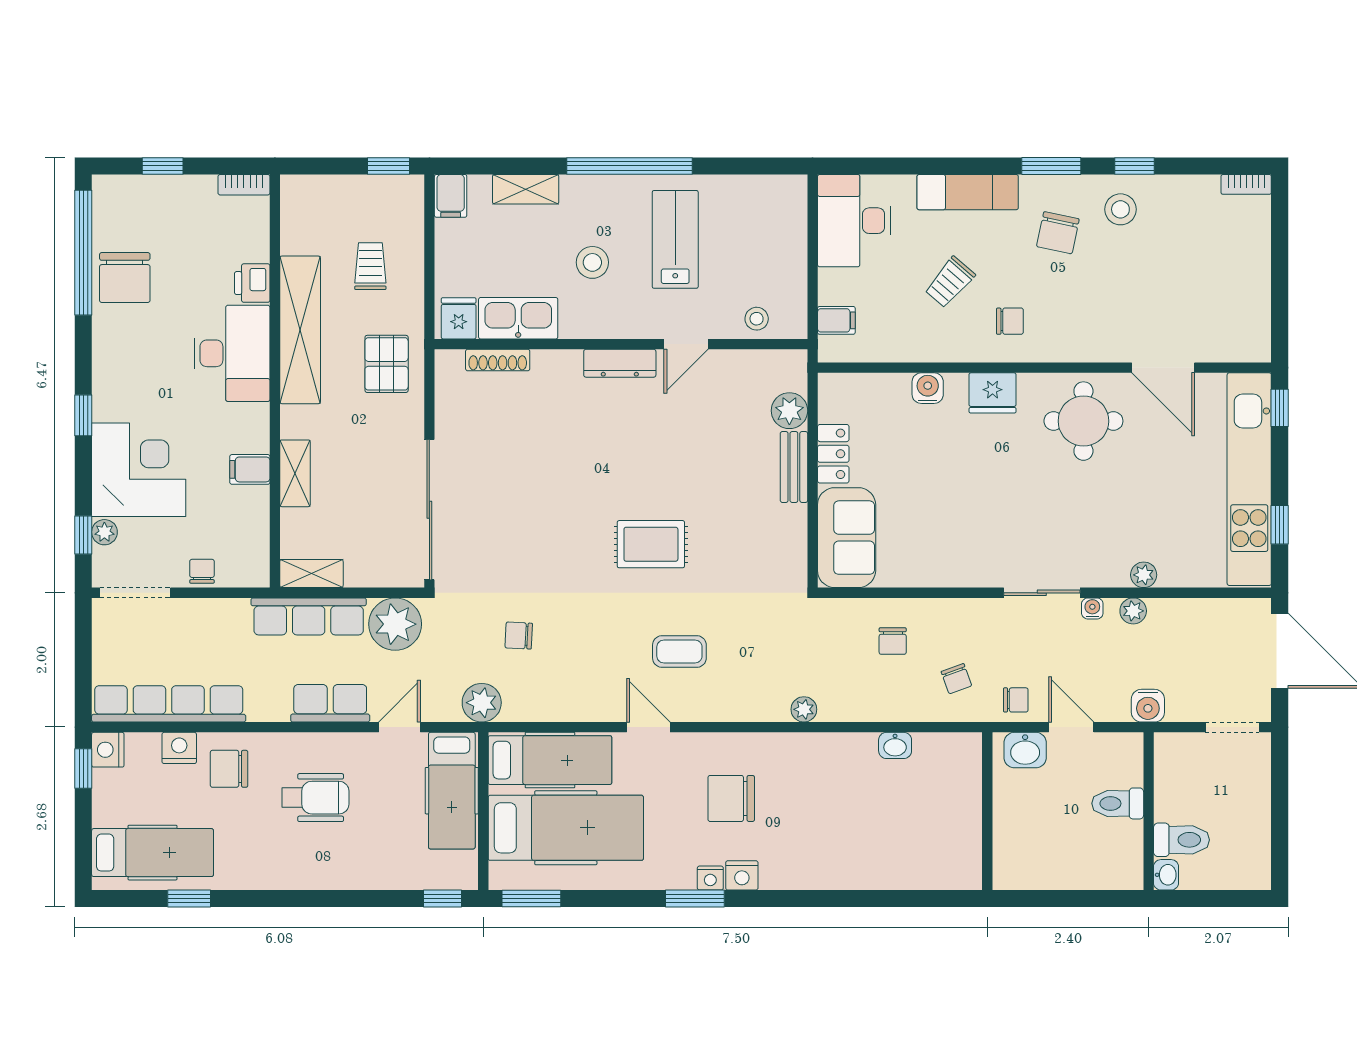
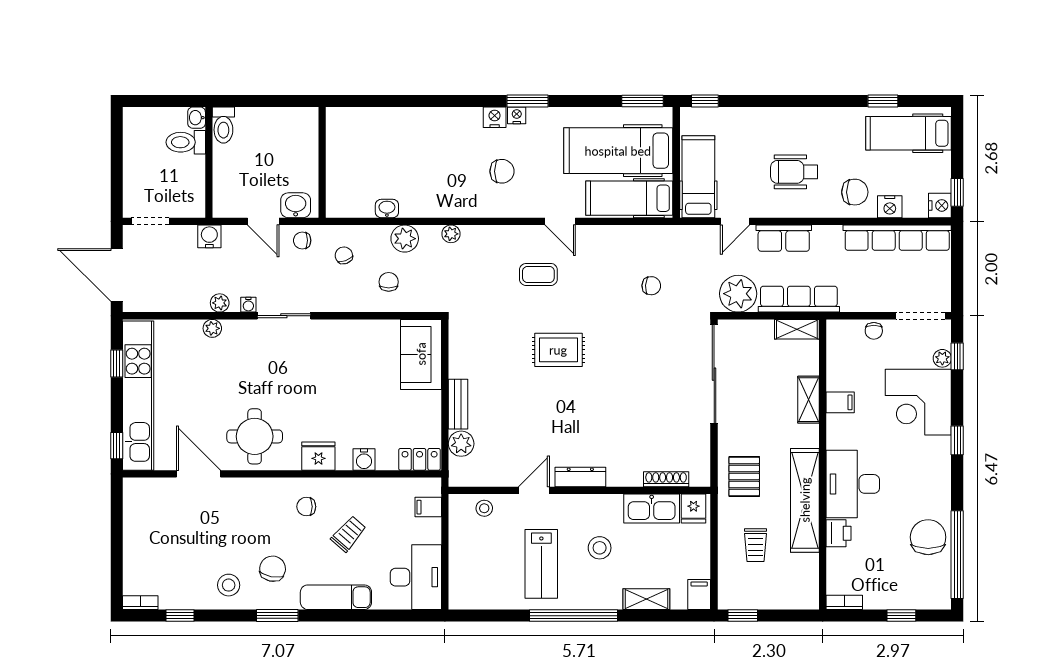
window: (1135, 166) -> (180, 616), moved
locker: (833, 454) -> (420, 459), moved, turned 90
plant: (482, 703) -> (405, 239), moved
chair: (731, 798) -> (502, 171), width x0.73, depth x0.73
toilet: (1118, 803) -> (223, 125), moved, turned 90

